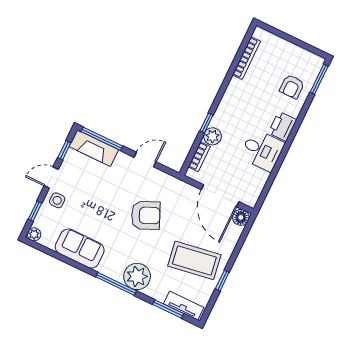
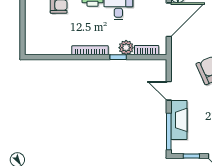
bookcase: (247, 58) -> (90, 50), moved
fireplace: (94, 148) -> (179, 120), moved

